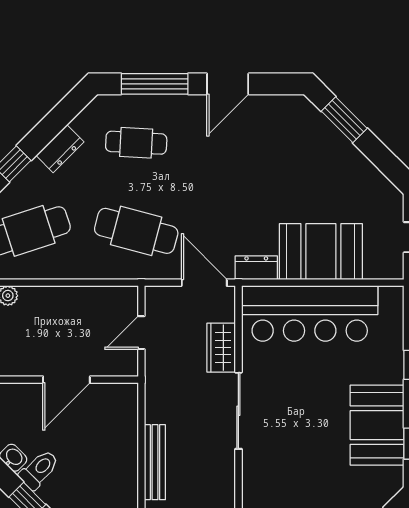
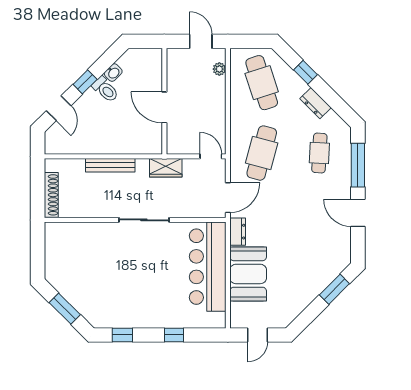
door: (141, 333) -> (211, 156), moved
wardrobe: (221, 348) -> (166, 168), moved, turned 180
booth: (377, 425) -> (135, 311), removed

